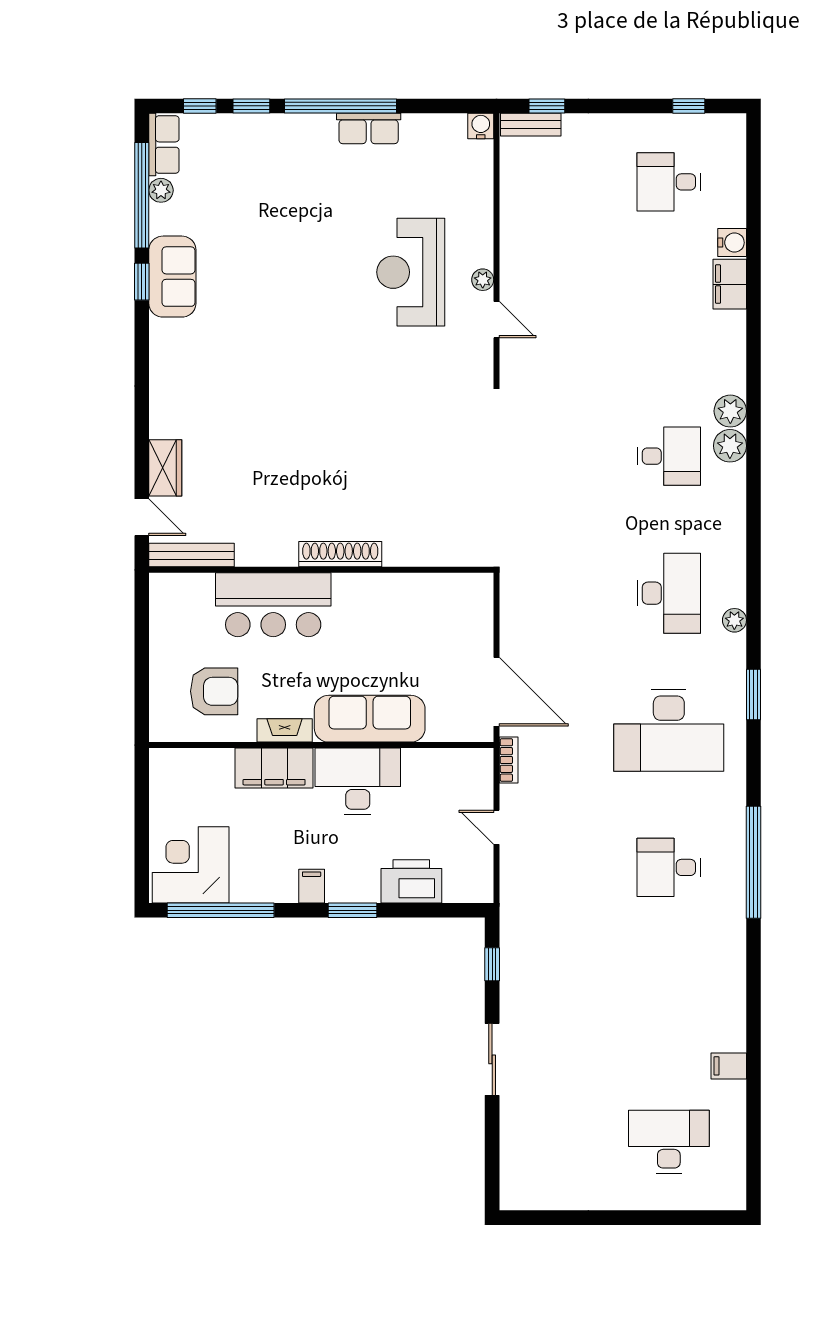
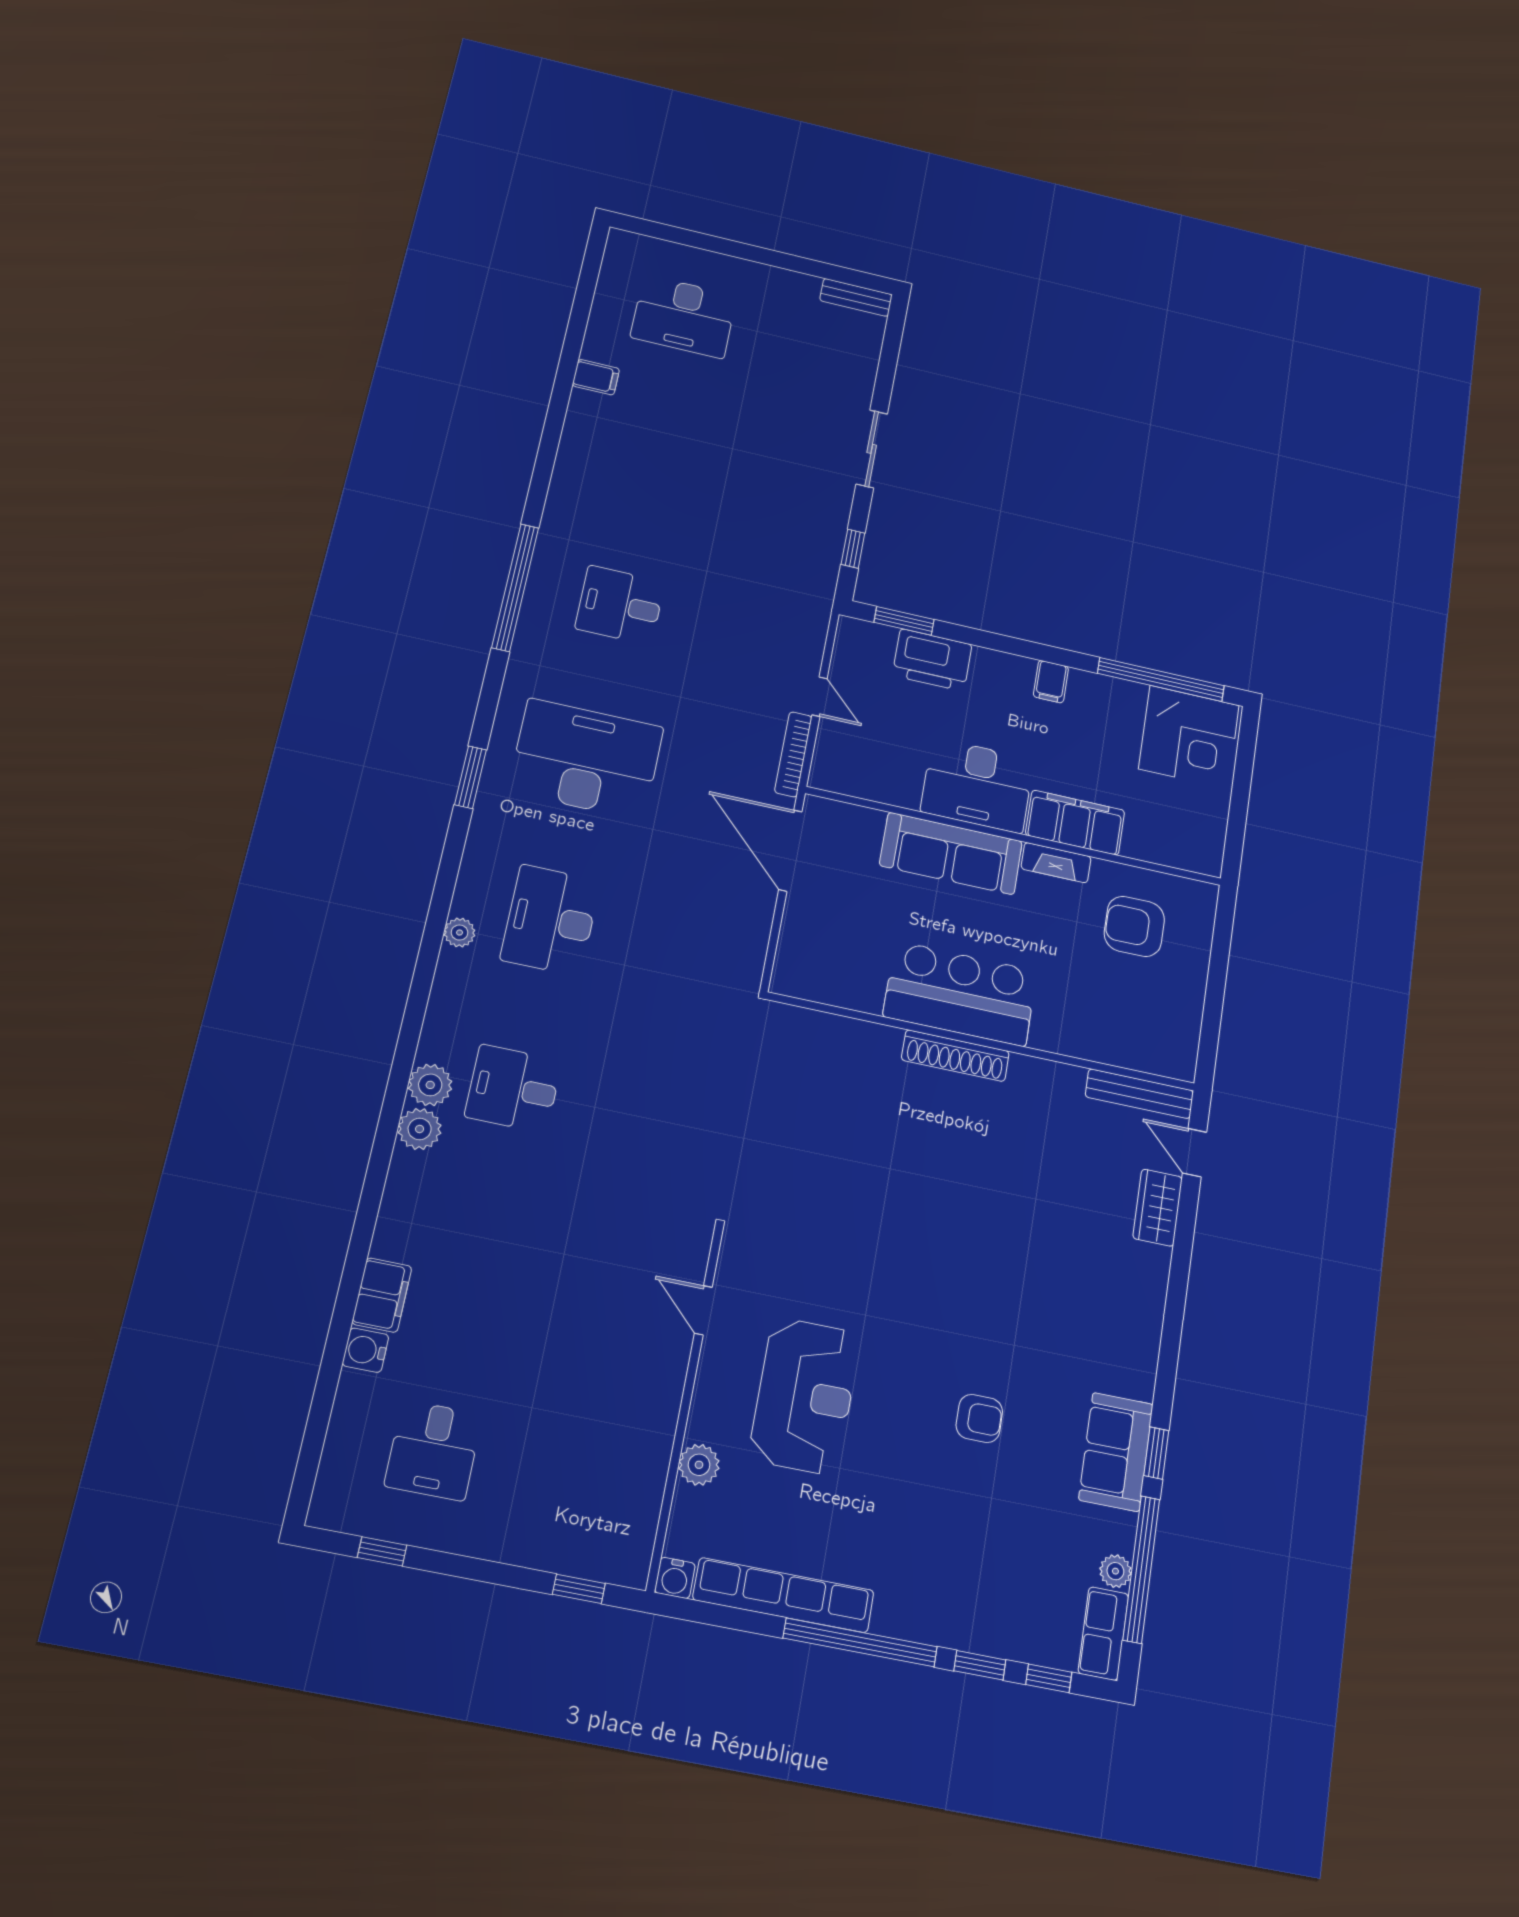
bench: (531, 125) -> (856, 297), moved
row of seats: (369, 128) -> (784, 1595), width x2.02
desk: (669, 182) -> (434, 1450), turned 90
plant: (483, 280) -> (699, 1465), moved, width x1.38, depth x1.38
armchair: (279, 281) -> (979, 1418), added
bar counter: (273, 605) -> (960, 994), moved
plant: (734, 620) -> (460, 933), moved
bookcase: (509, 760) -> (793, 754), width x1.56
desk: (669, 867) -> (620, 605), turned 180
window: (352, 910) -> (904, 621), moved

